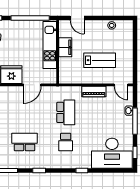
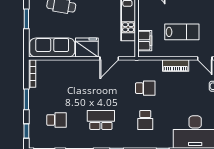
filing cabinet: (65, 47) -> (145, 41), moved
school desk: (66, 112) -> (145, 88), width x0.54

